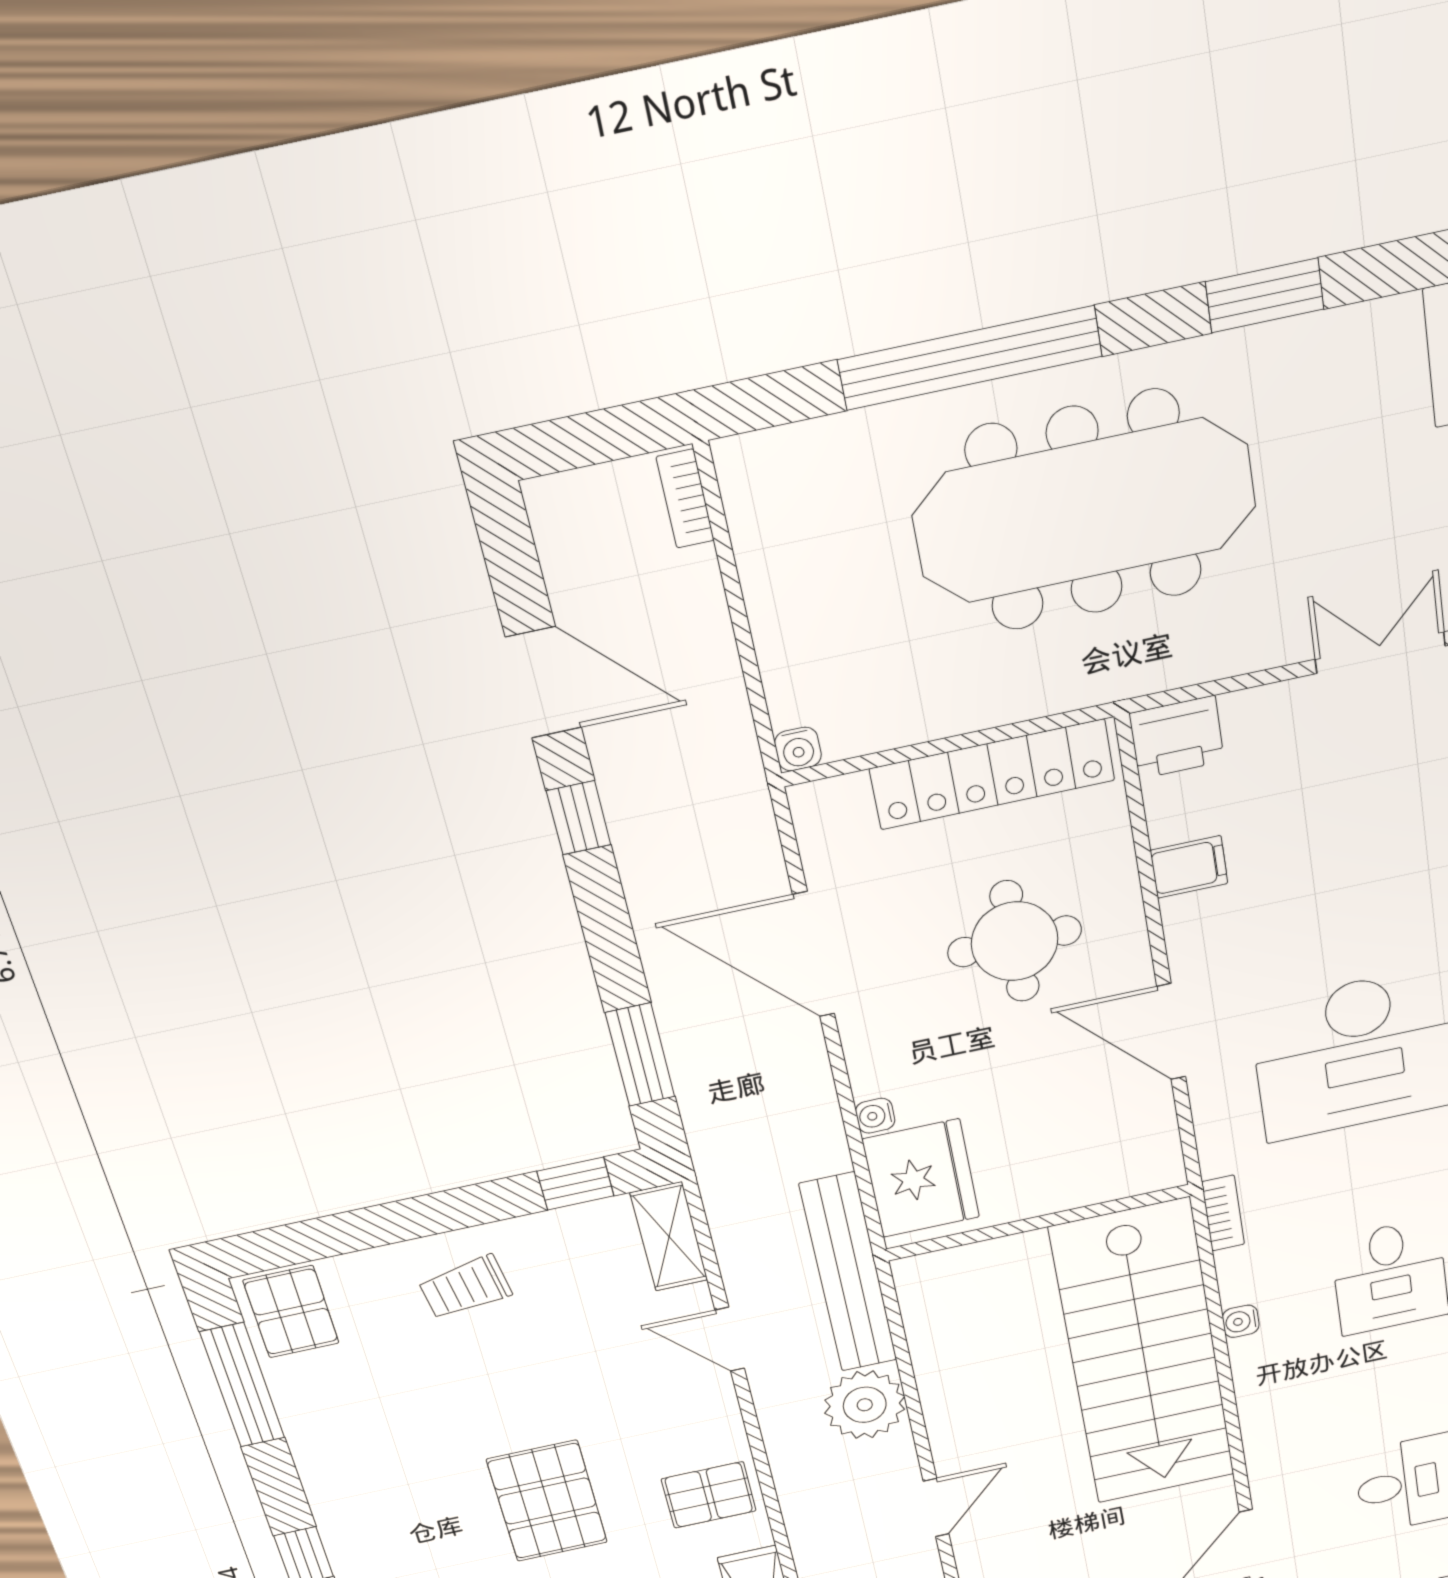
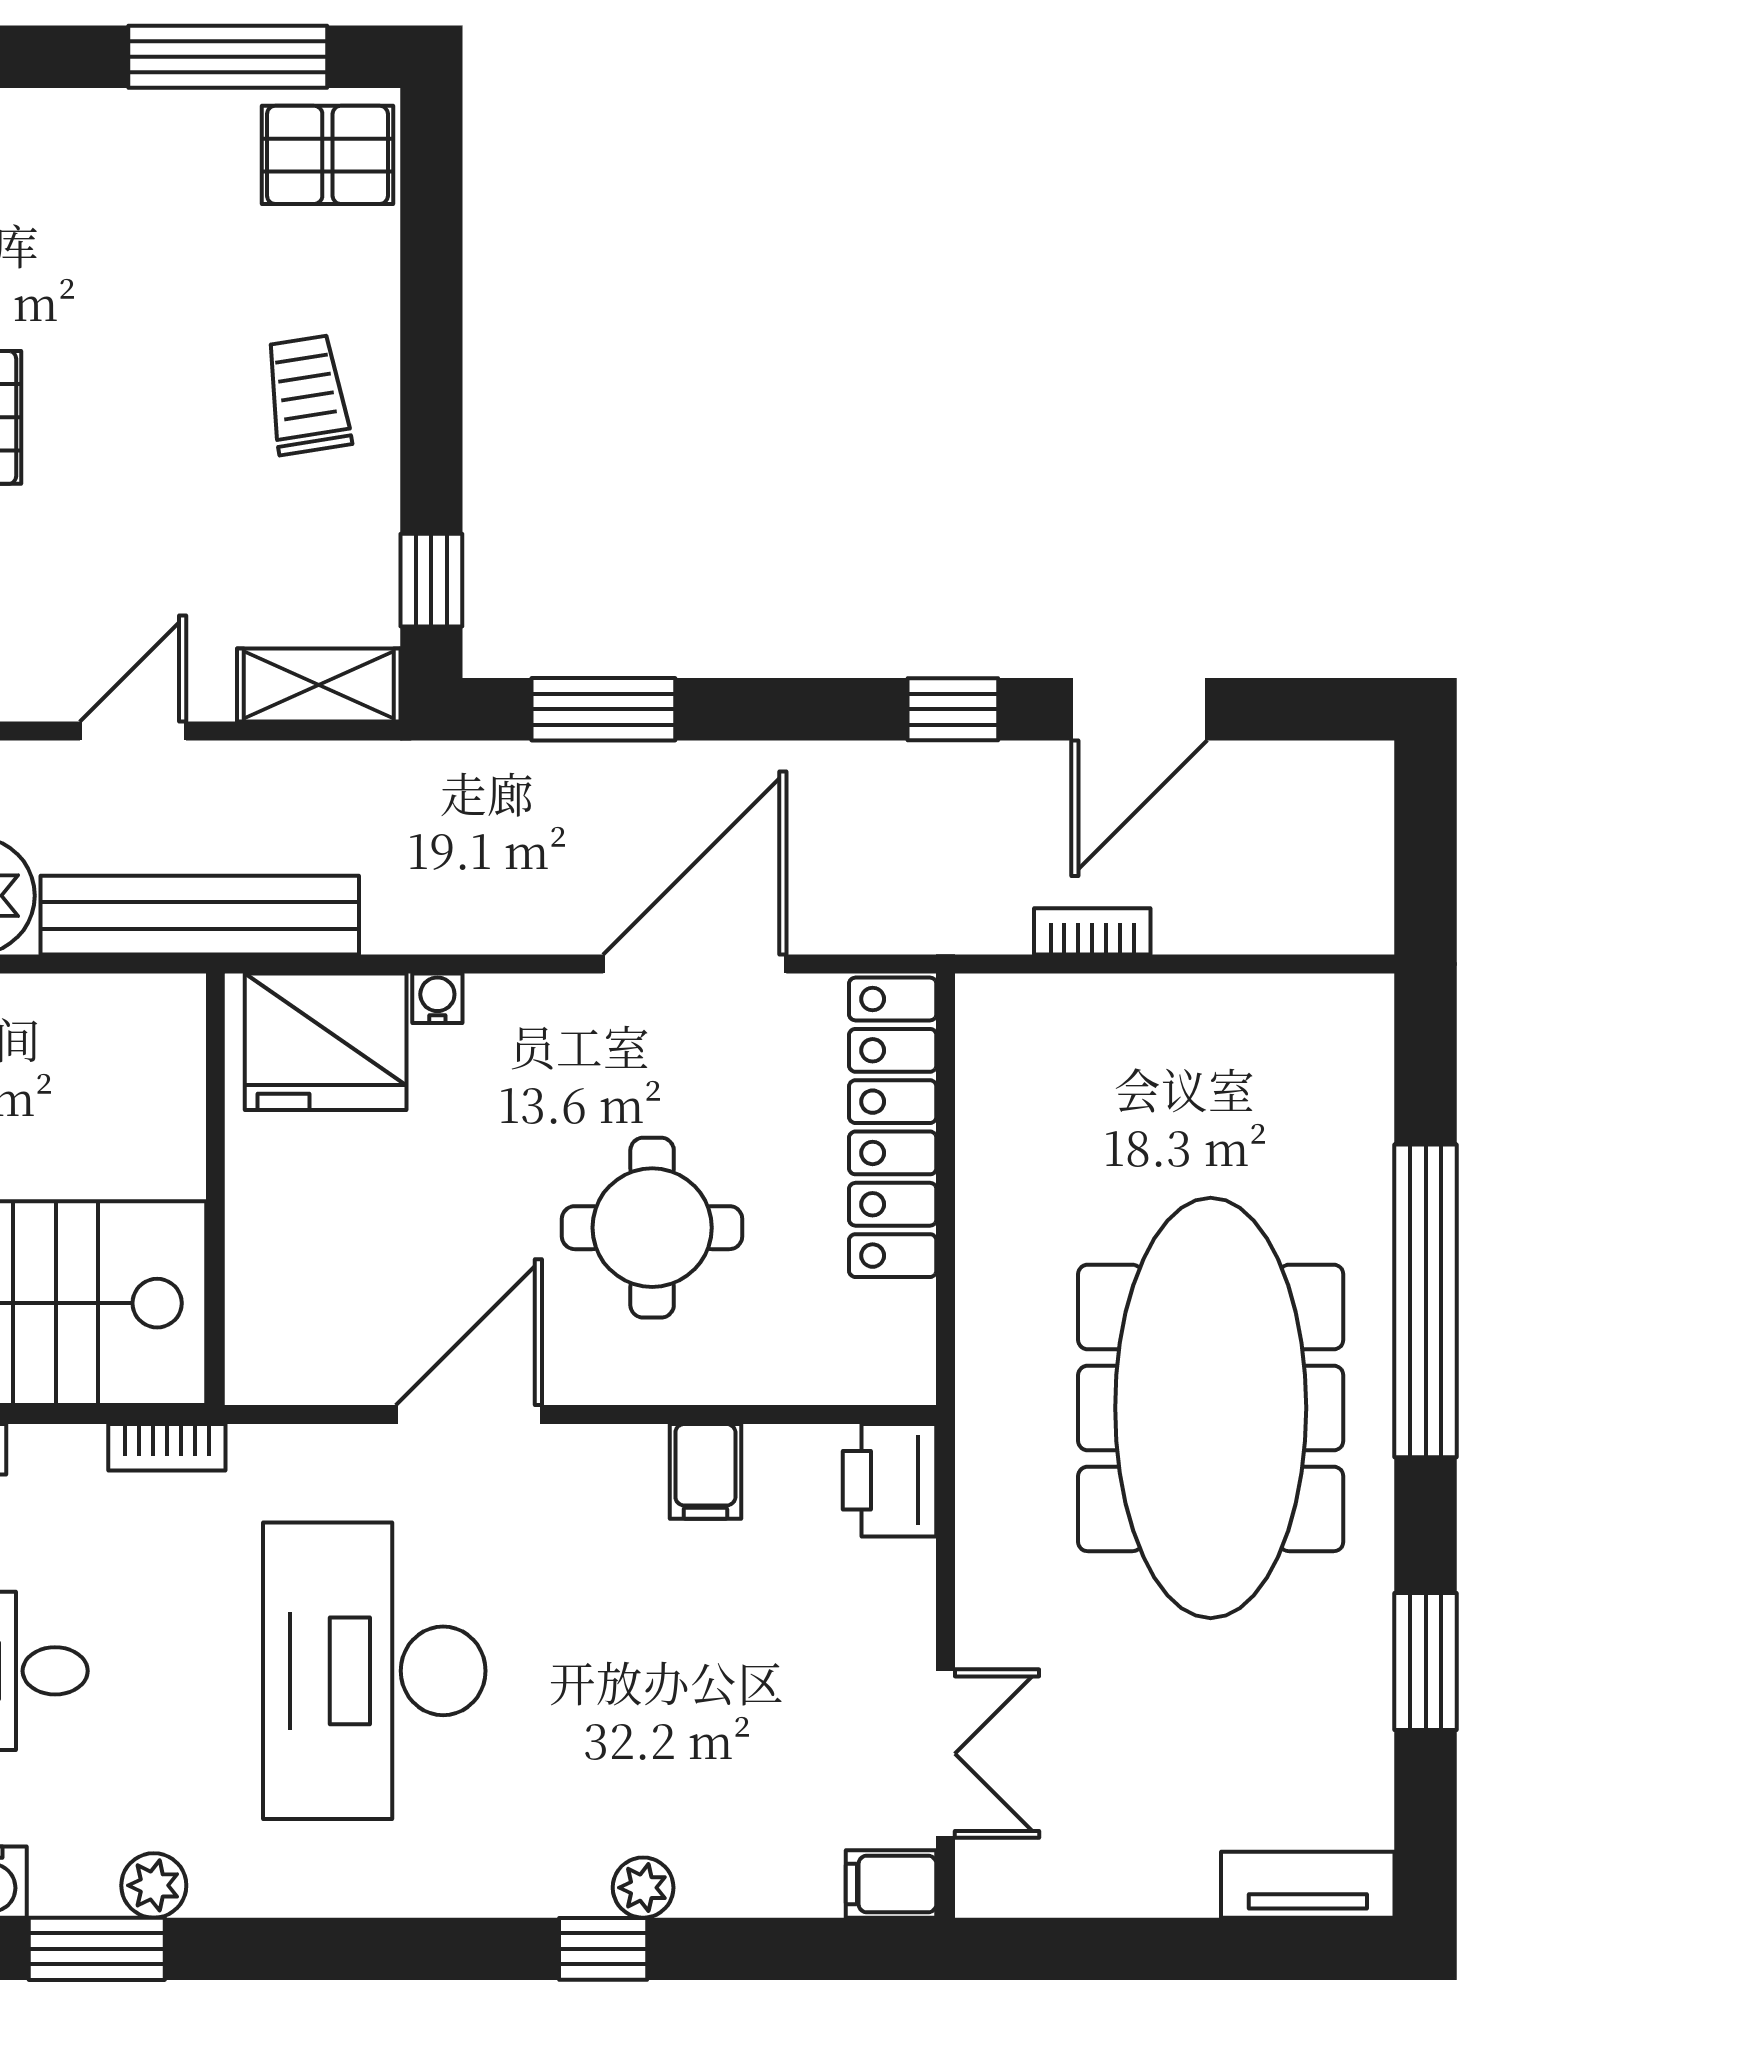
bookcase: (685, 499) -> (1092, 931), moved
water cooler: (798, 749) -> (982, 1001), removed
locker: (992, 774) -> (893, 1127), moved

